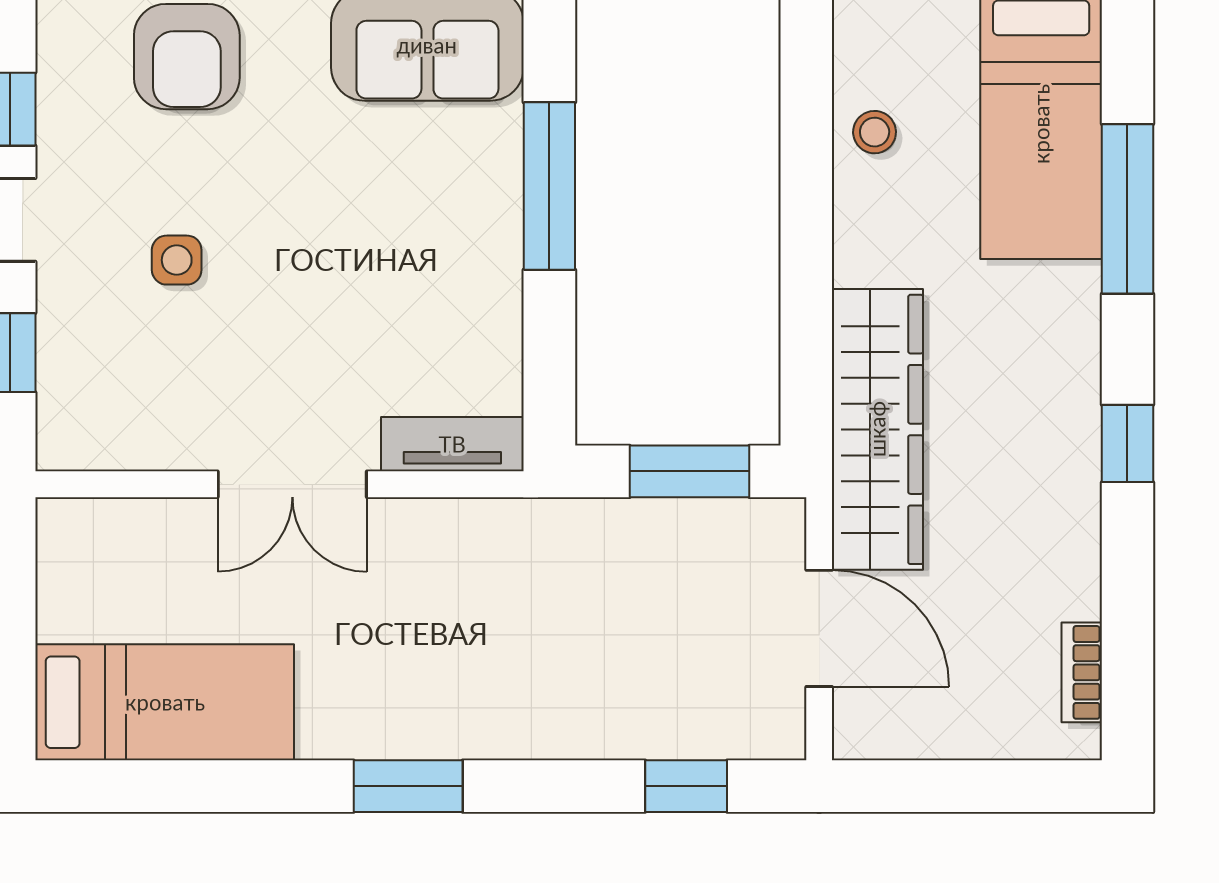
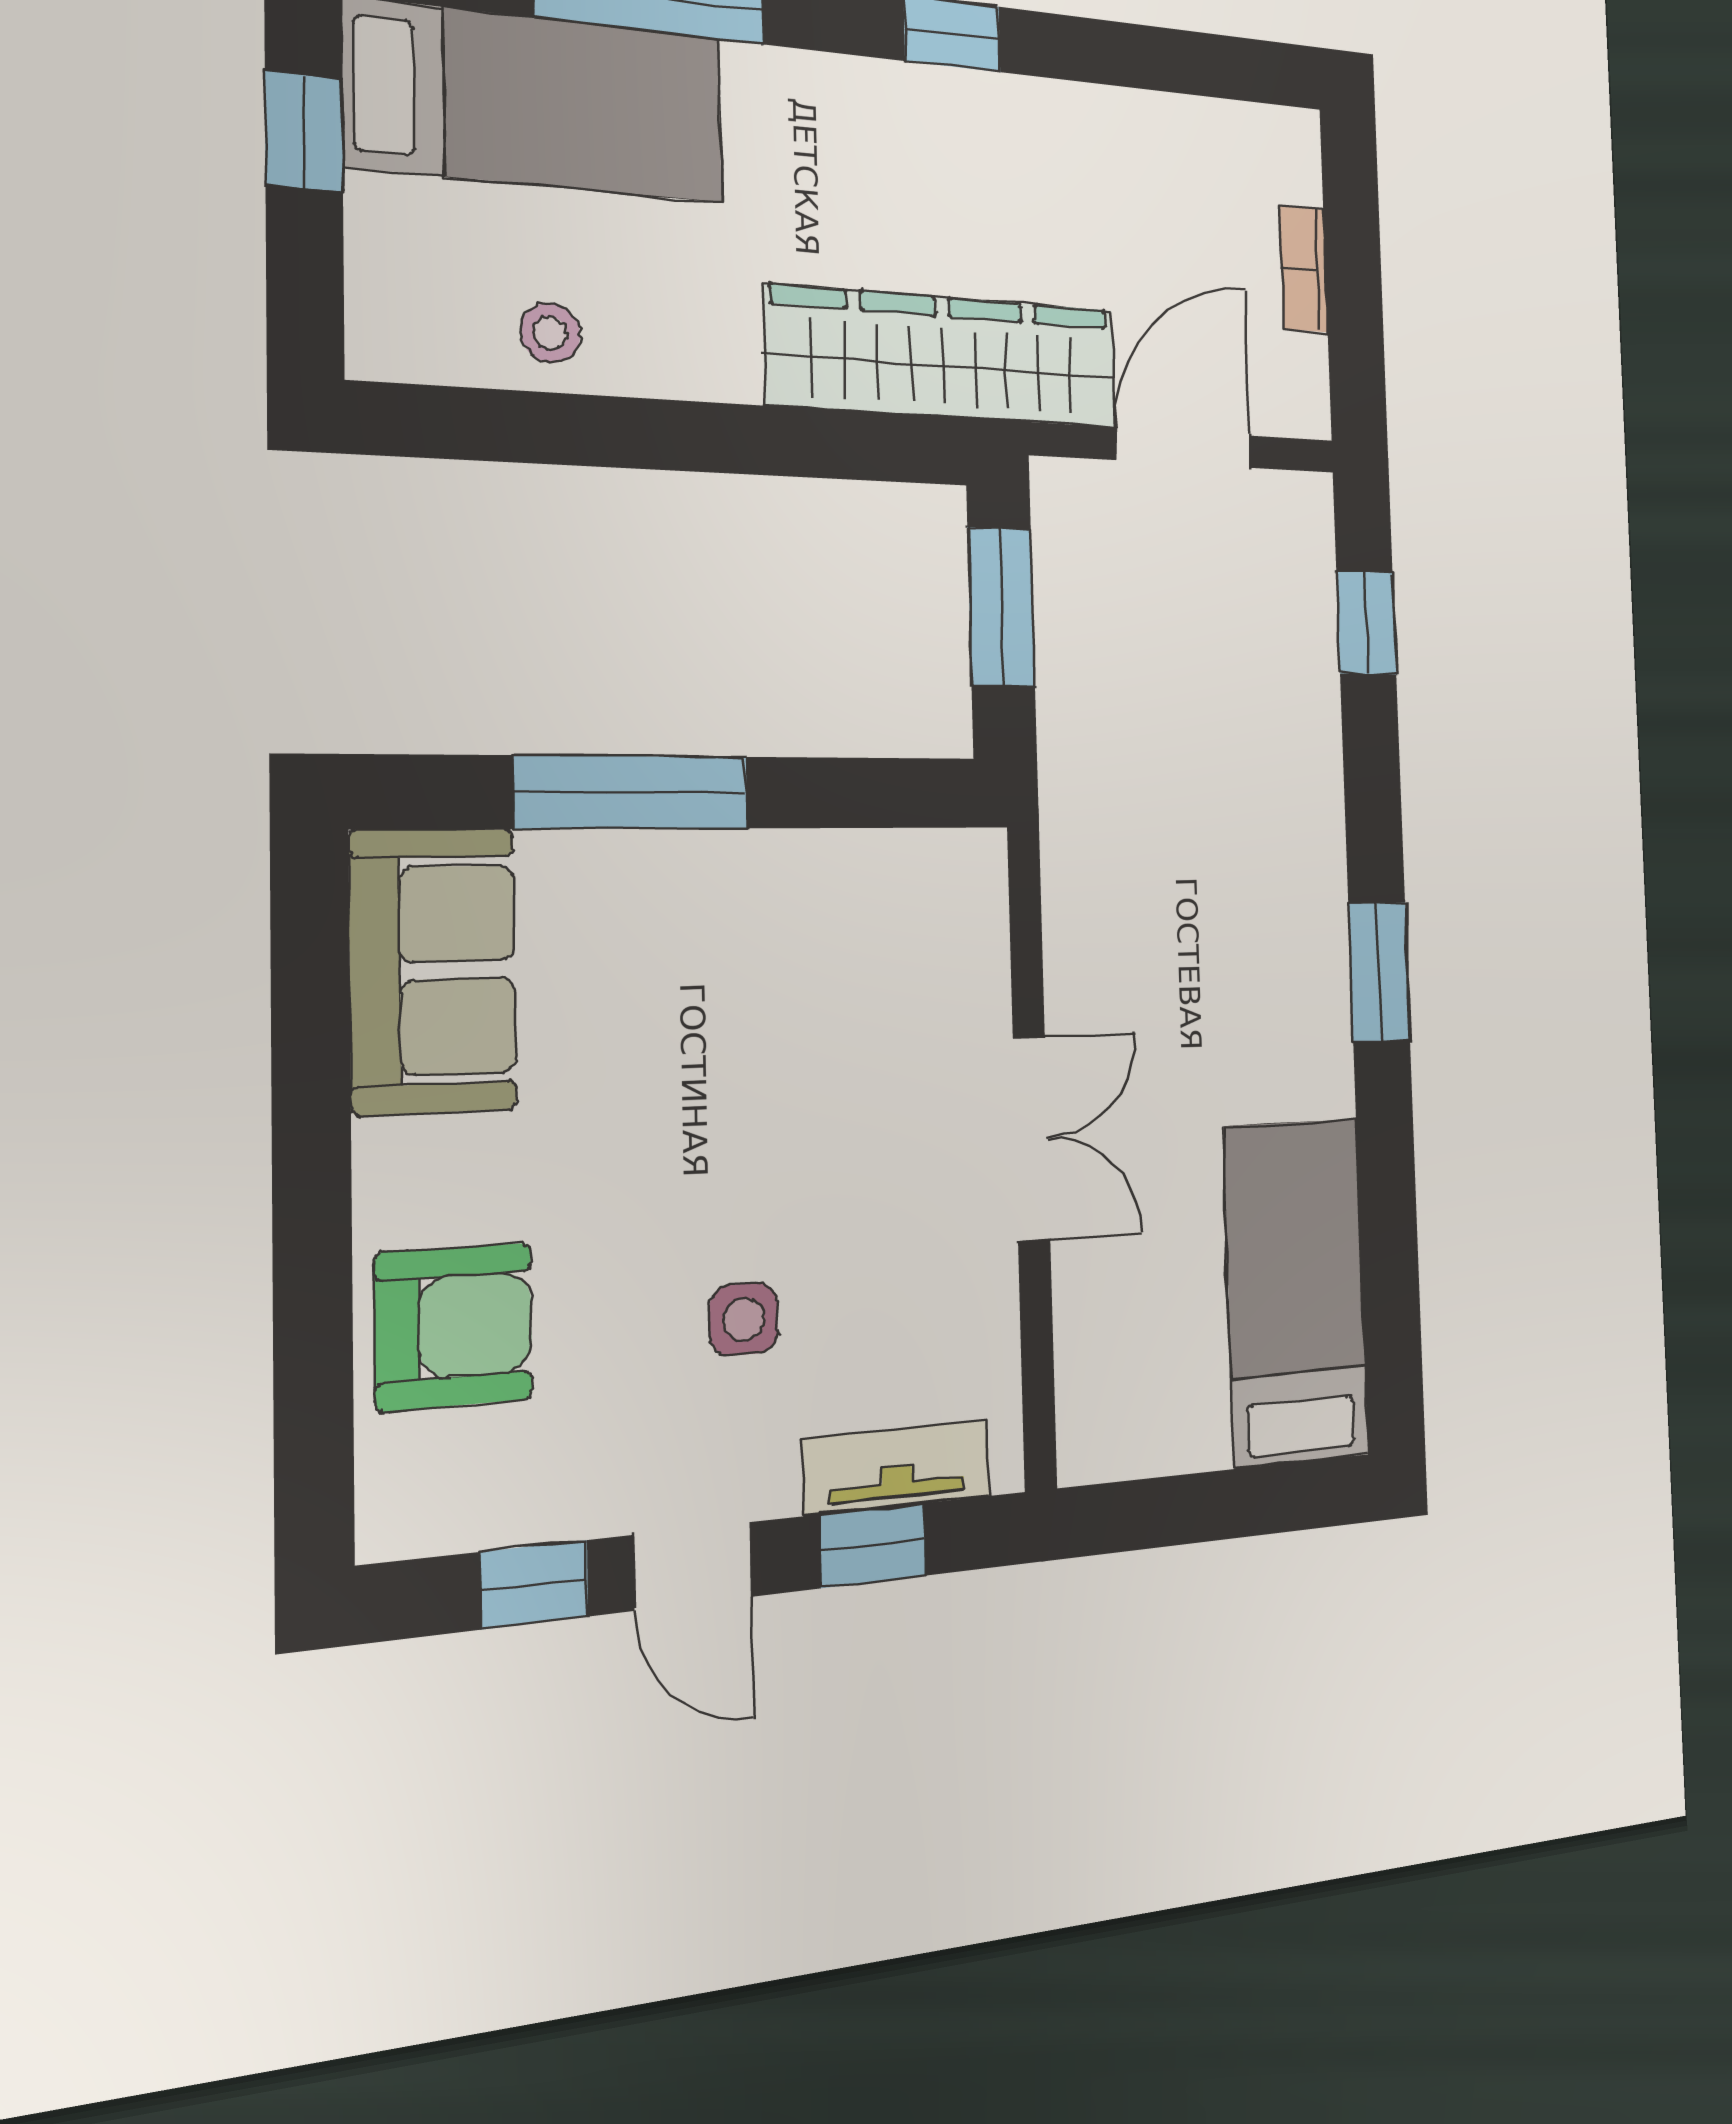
tv unit: (452, 444) -> (897, 1468), moved, turned 90
bookcase: (1082, 672) -> (1304, 269), moved, turned 90

